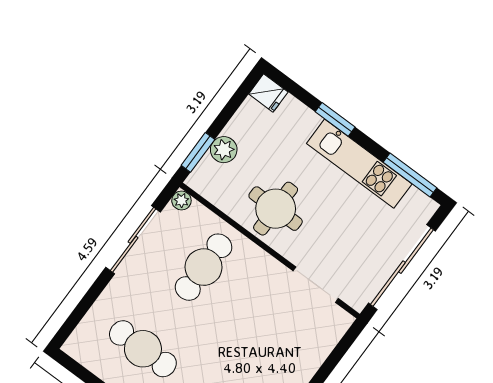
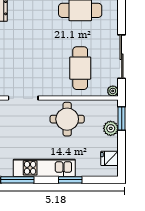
fridge: (268, 93) -> (110, 158), moved

